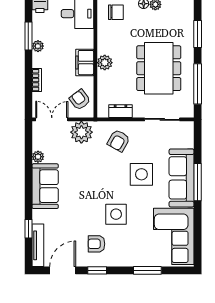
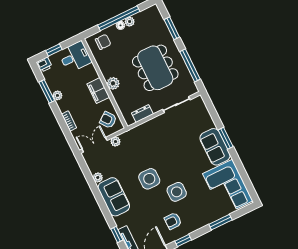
plant: (81, 132) -> (115, 142), width x0.53, depth x0.53
armchair: (119, 141) -> (152, 136), removed
side table: (141, 174) -> (149, 179), moved
sofa: (182, 178) -> (215, 147), width x0.73
window: (198, 182) -> (226, 138), width x0.69

